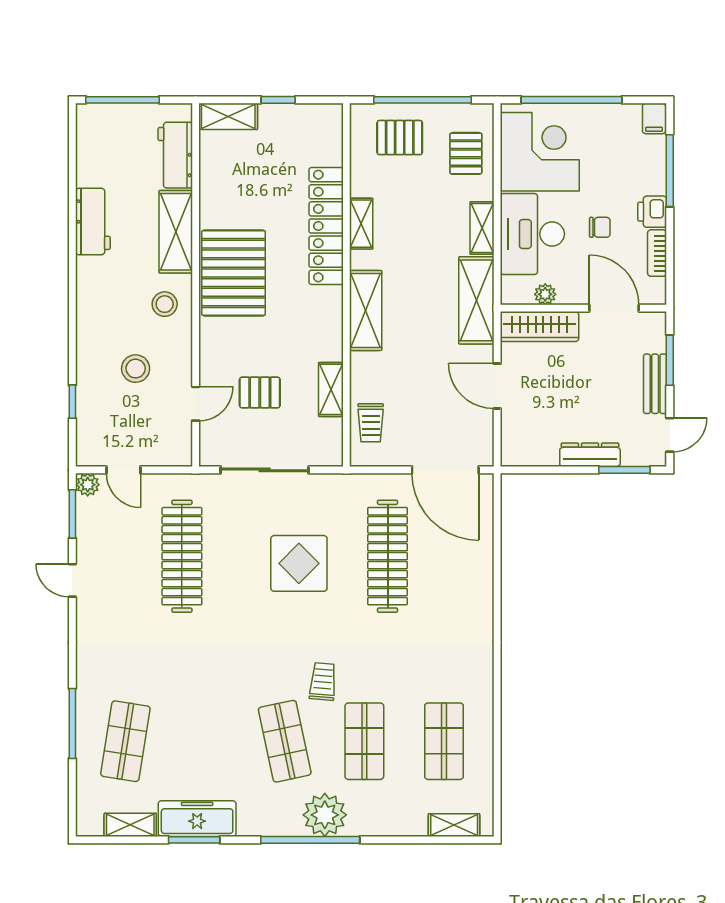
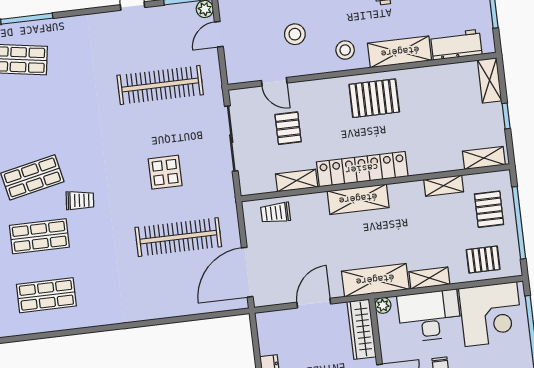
shelving: (331, 136) -> (484, 158), added
shelving: (361, 224) -> (444, 186), moved
locker: (326, 226) -> (362, 169), moved
pallet: (234, 273) -> (374, 98), width x0.73, depth x0.71
plant: (545, 294) -> (383, 305), moved
display table: (299, 563) -> (165, 172), width x0.73, depth x0.73

